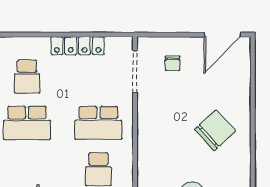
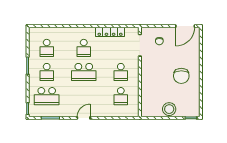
school desk: (98, 123) -> (121, 72), width x0.54
chair: (215, 130) -> (181, 76), turned 133

